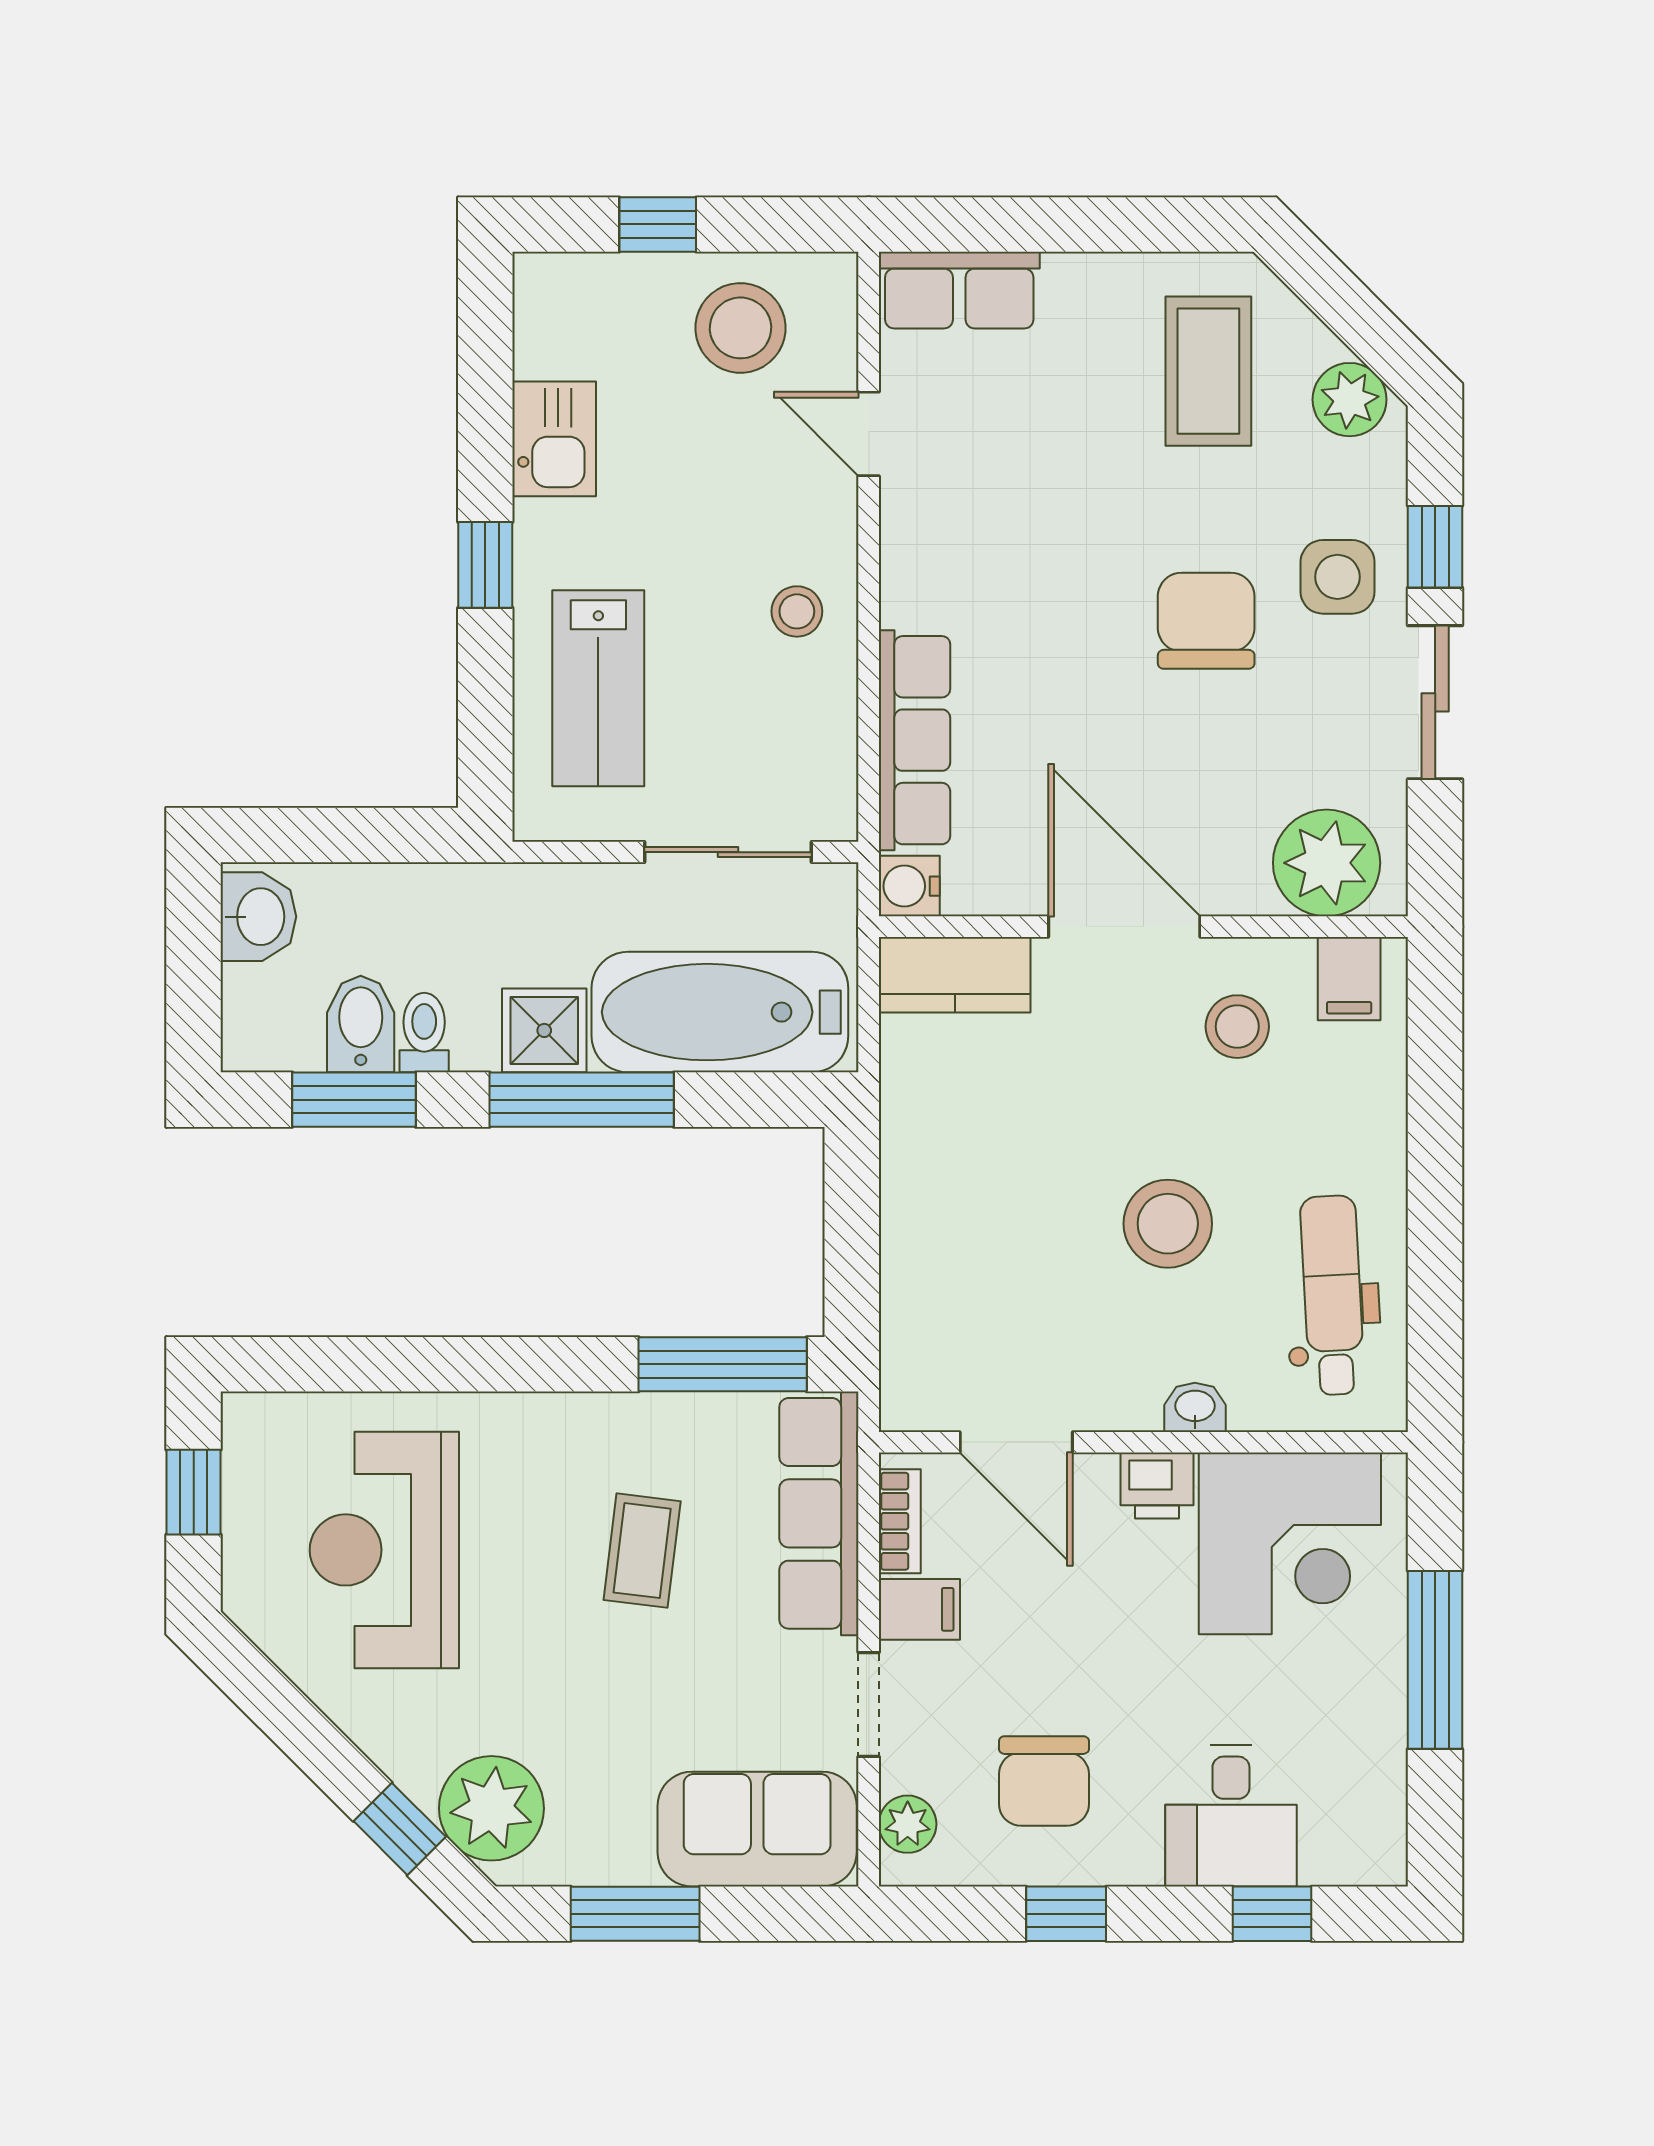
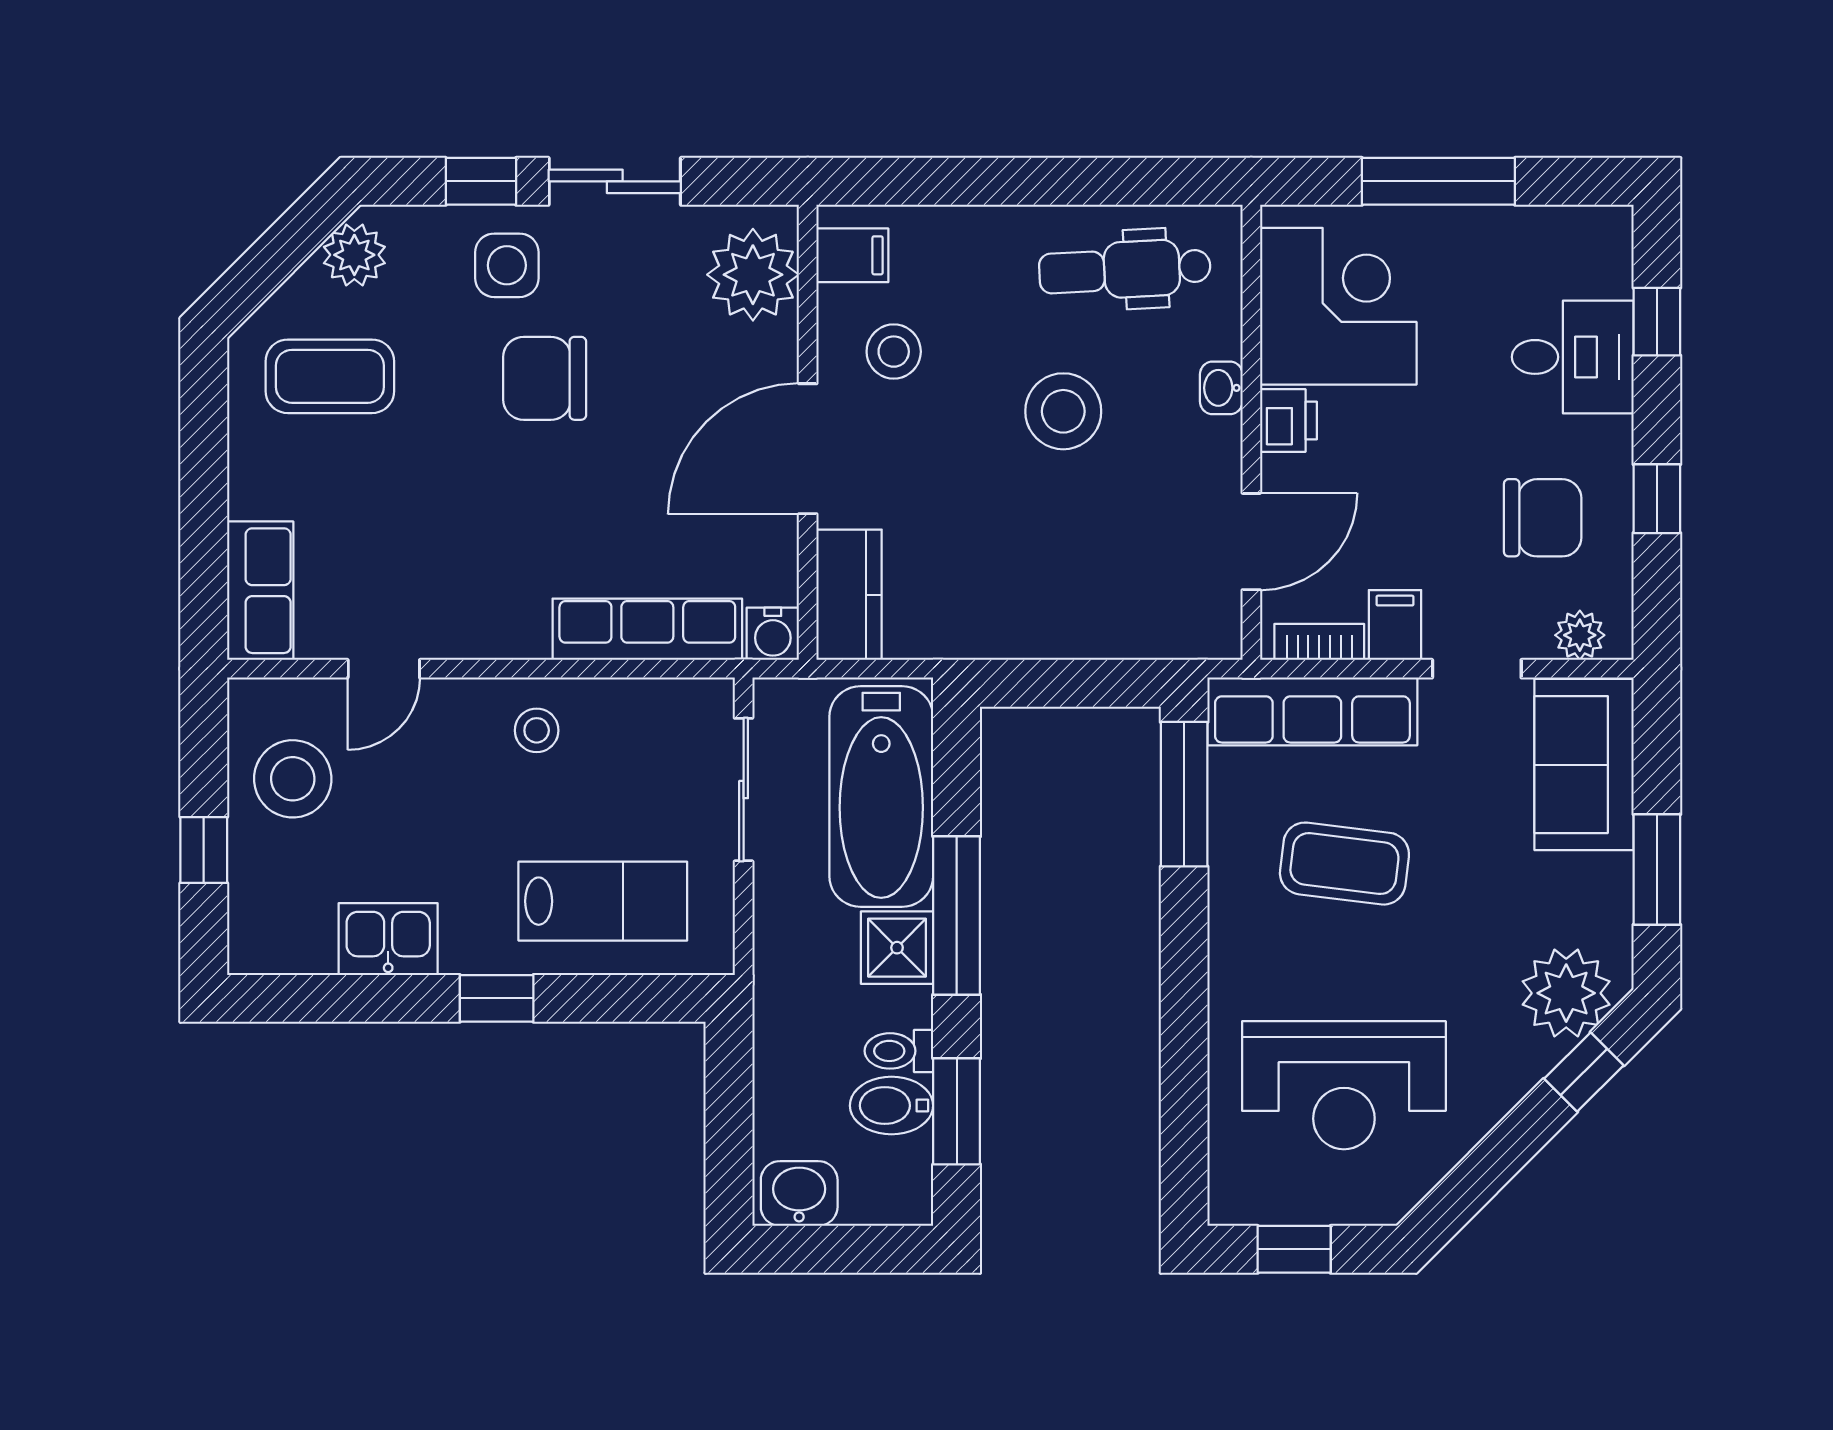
coffee table: (642, 1551) -> (1344, 864), width x1.36, depth x1.30

